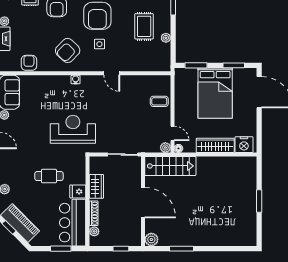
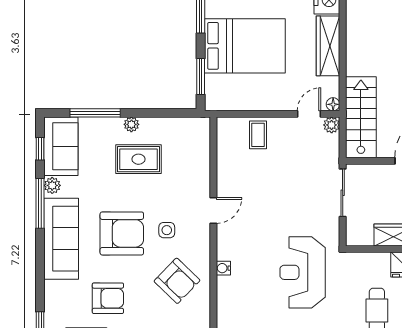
plant: (166, 38) -> (131, 124), moved

